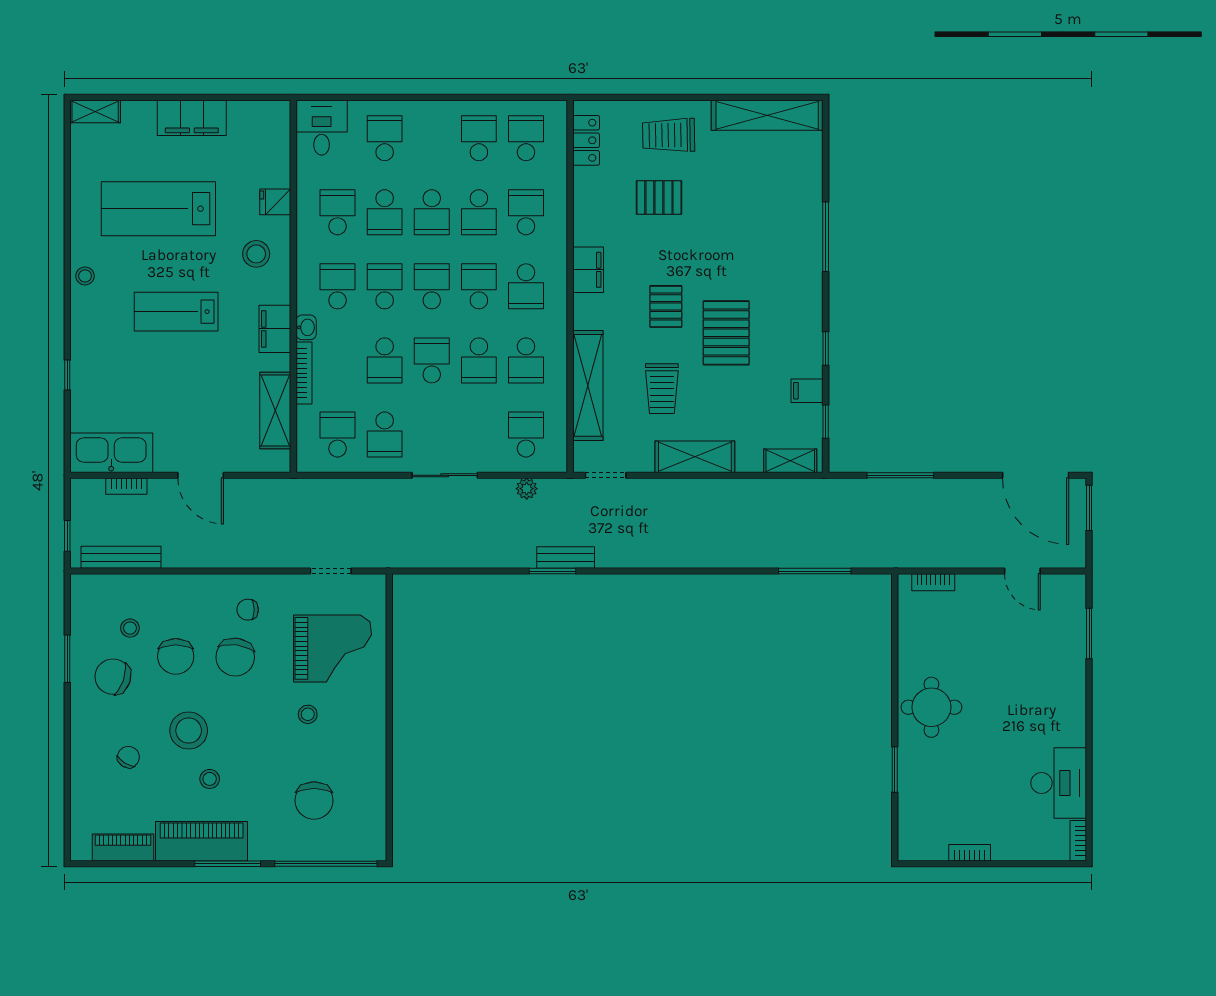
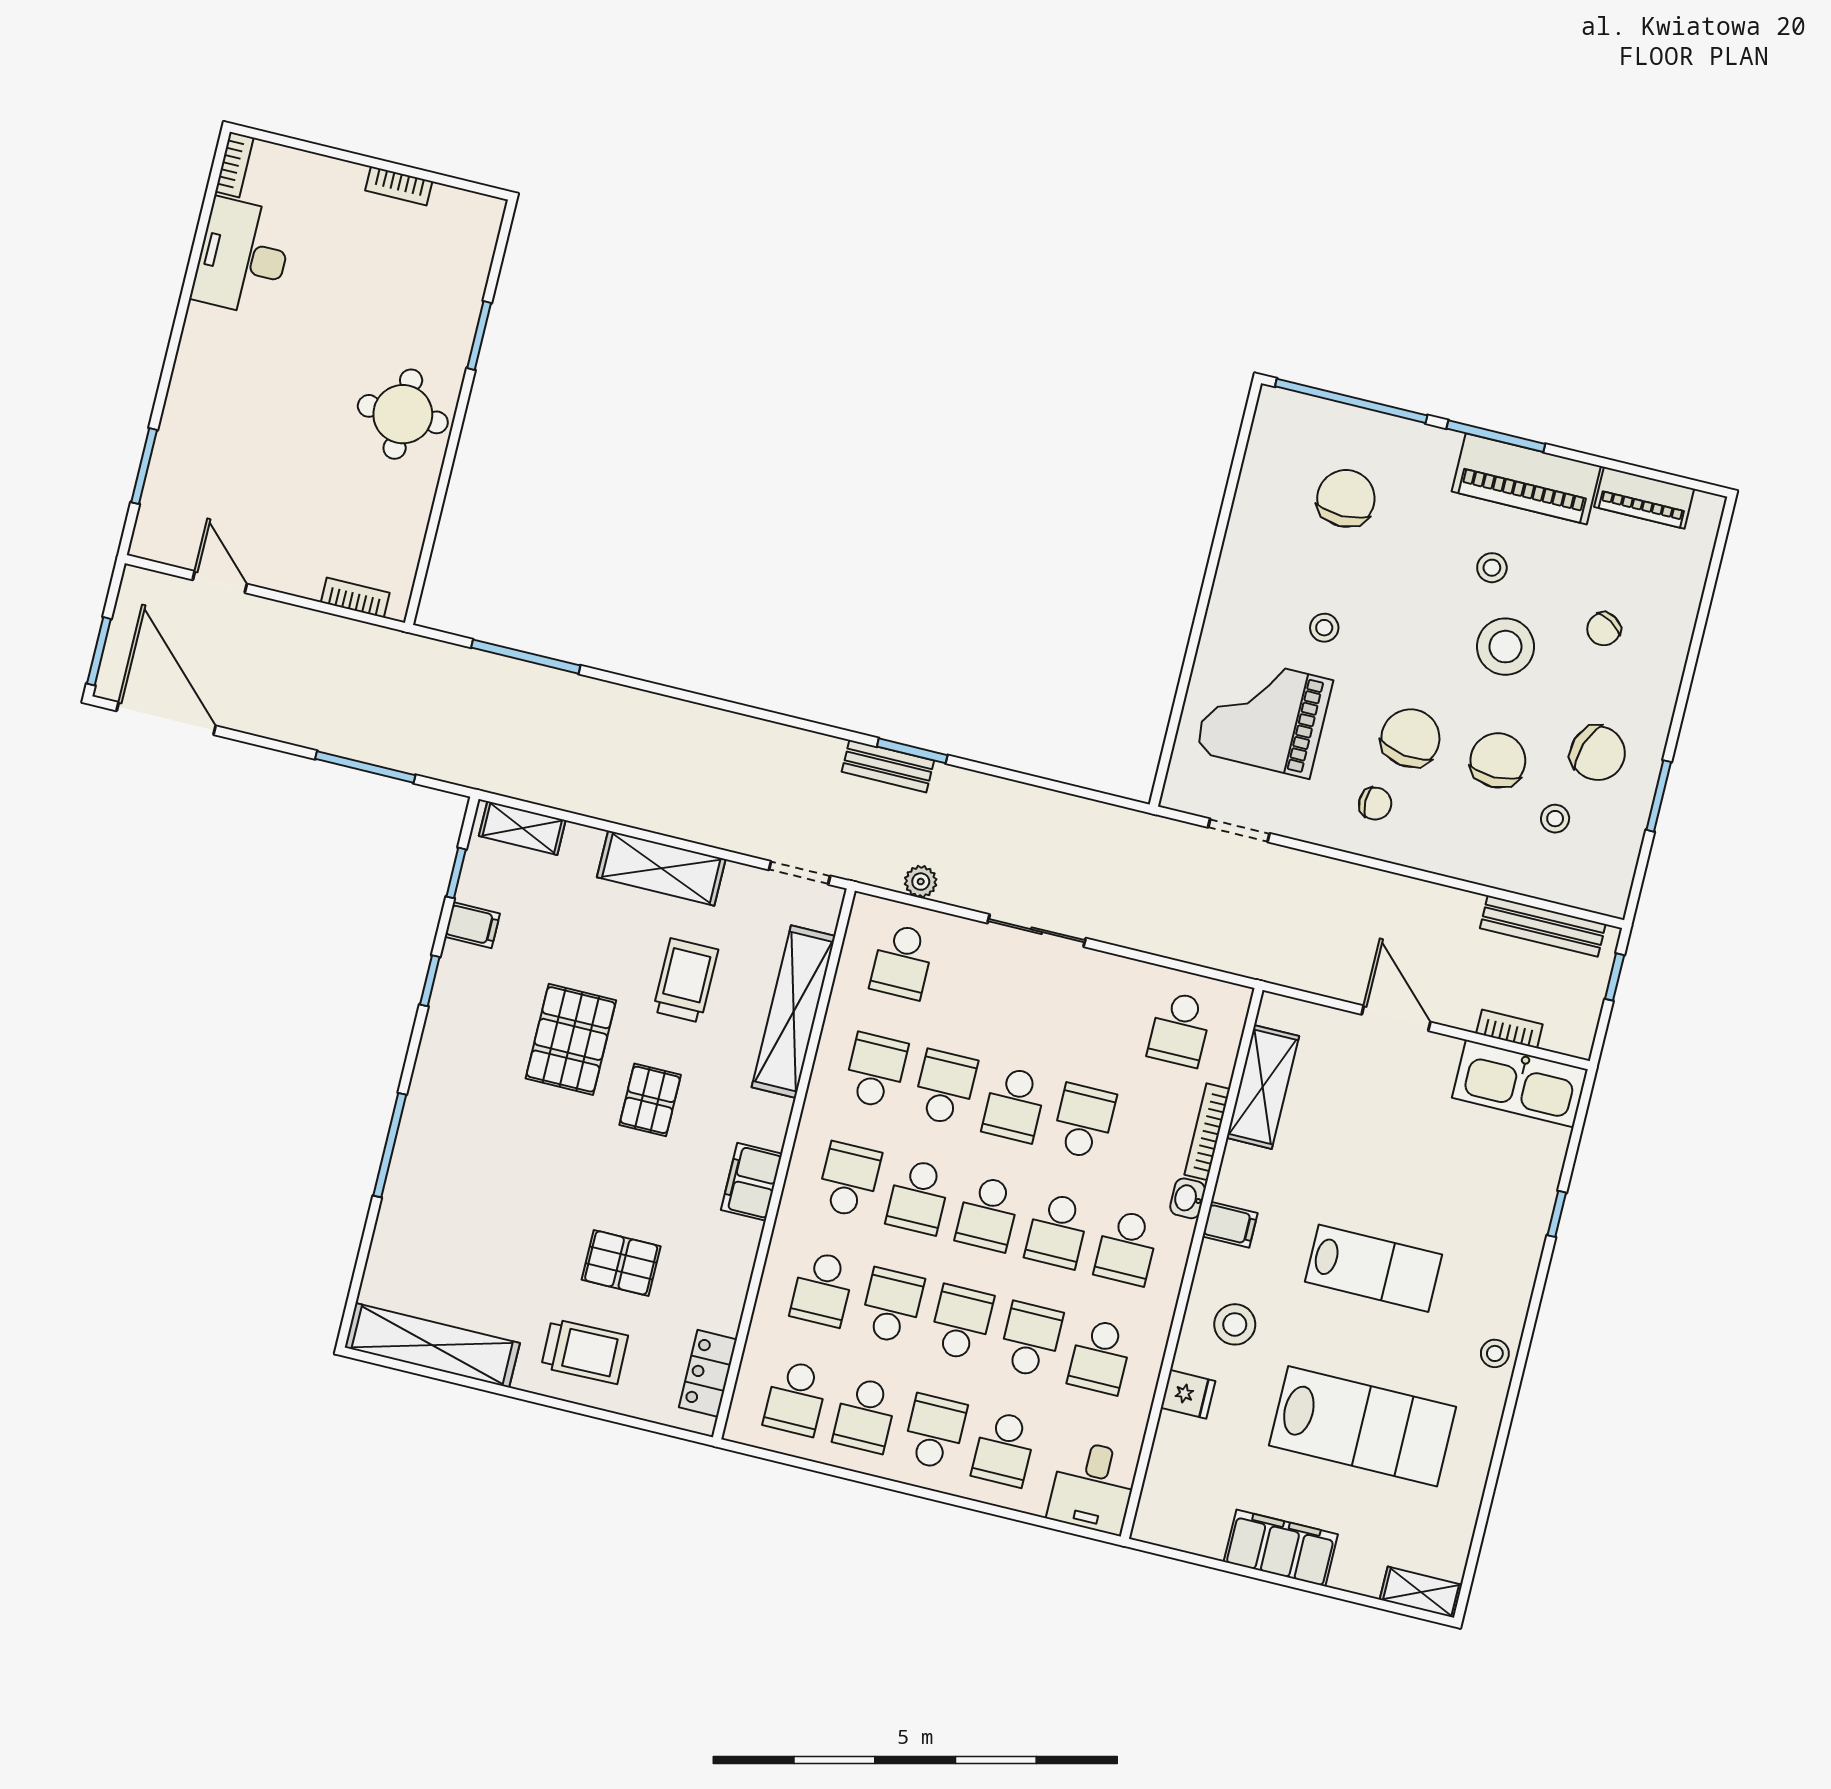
filing cabinet: (275, 329) -> (1230, 1225), width x0.50
school desk: (385, 435) -> (935, 1432), moved

